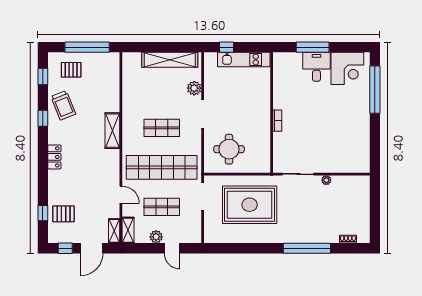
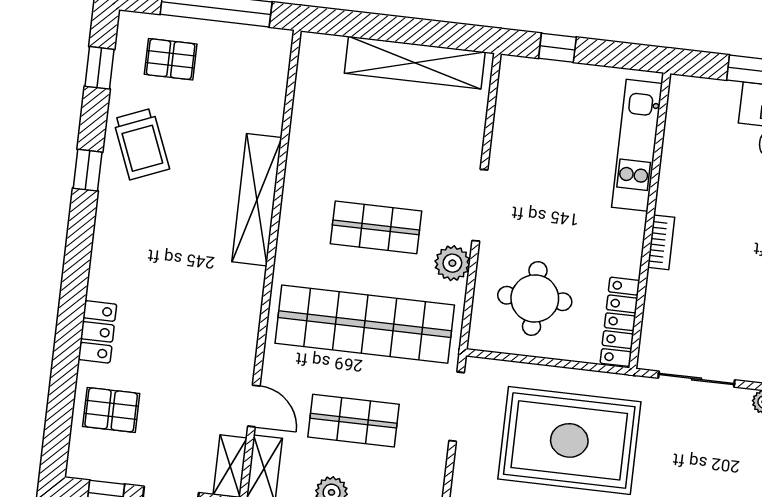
kitchen unit: (244, 59) -> (637, 145), moved, turned 90
plant: (194, 88) -> (452, 263), moved
shelving: (112, 131) -> (257, 200), width x1.47
locker: (264, 155) -> (620, 322), added
locker: (54, 157) -> (97, 332), moved
door: (121, 195) -> (254, 406), moved
window: (43, 213) -> (61, 402), removed

